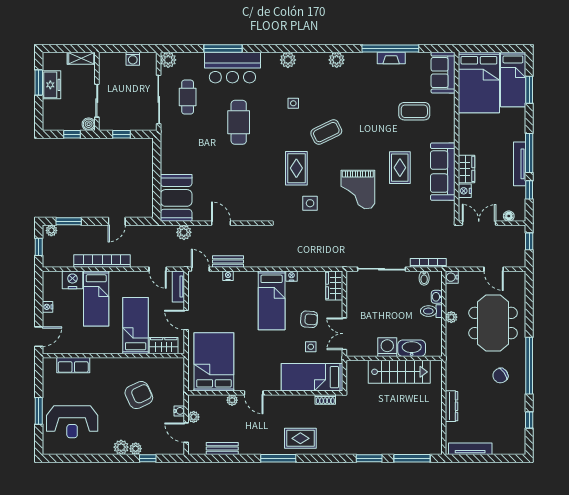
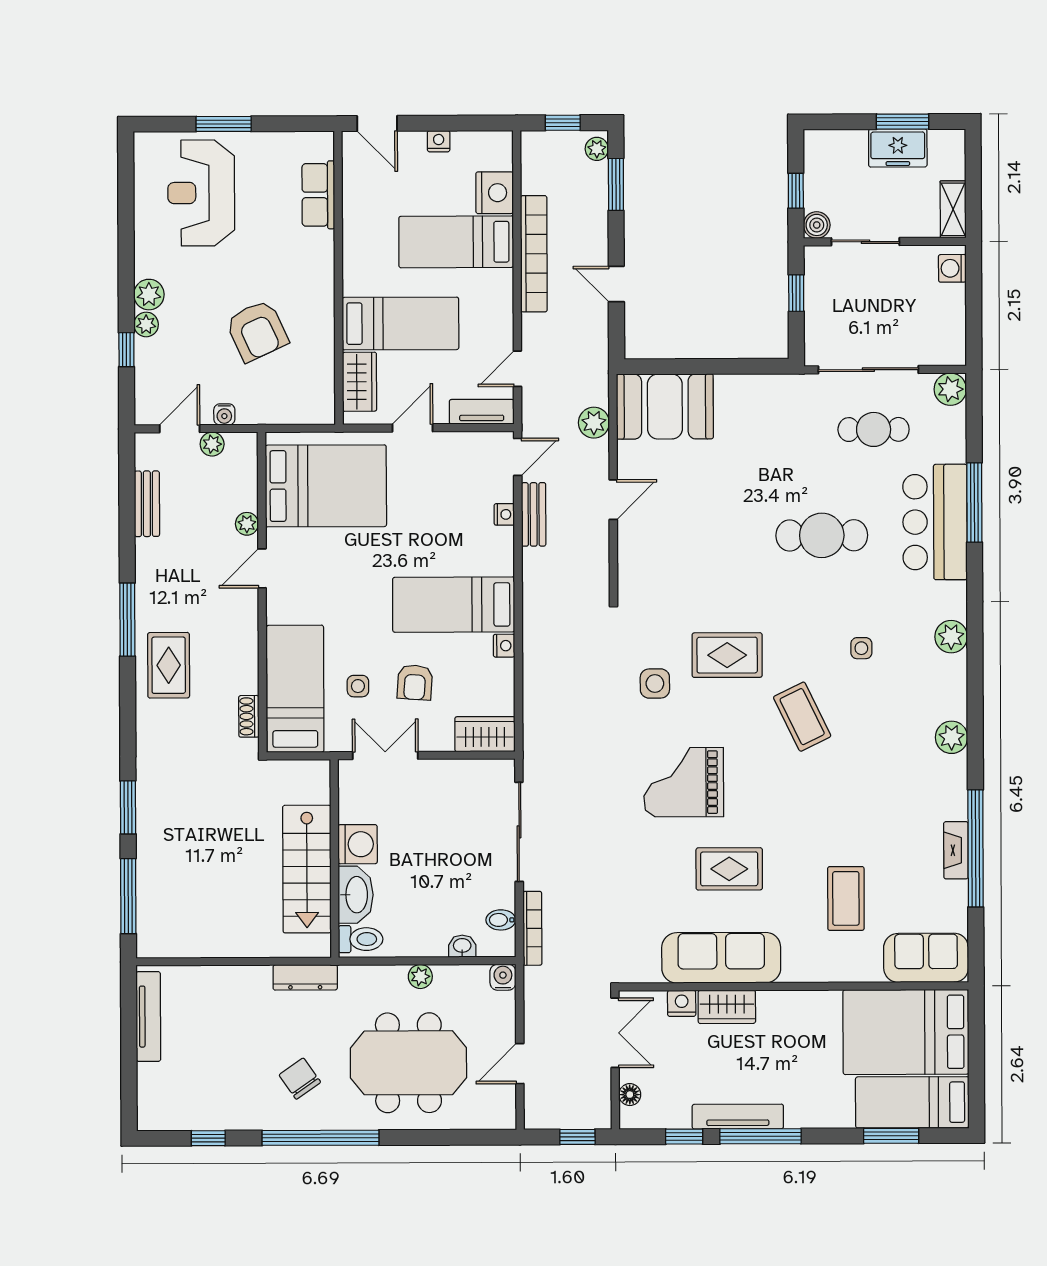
washing machine: (133, 59) -> (952, 268), moved
toilet: (431, 311) -> (361, 939), moved, turned 90
dresser: (452, 406) -> (305, 977), moved

